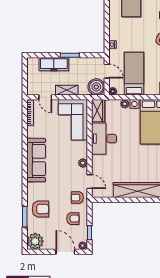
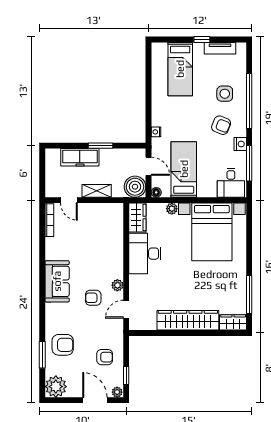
corner sofa: (73, 120) -> (105, 229), removed
sofa: (36, 160) -> (57, 281), width x0.73
door: (89, 182) -> (126, 309), swing flipped
armchair: (77, 198) -> (93, 298), moved

